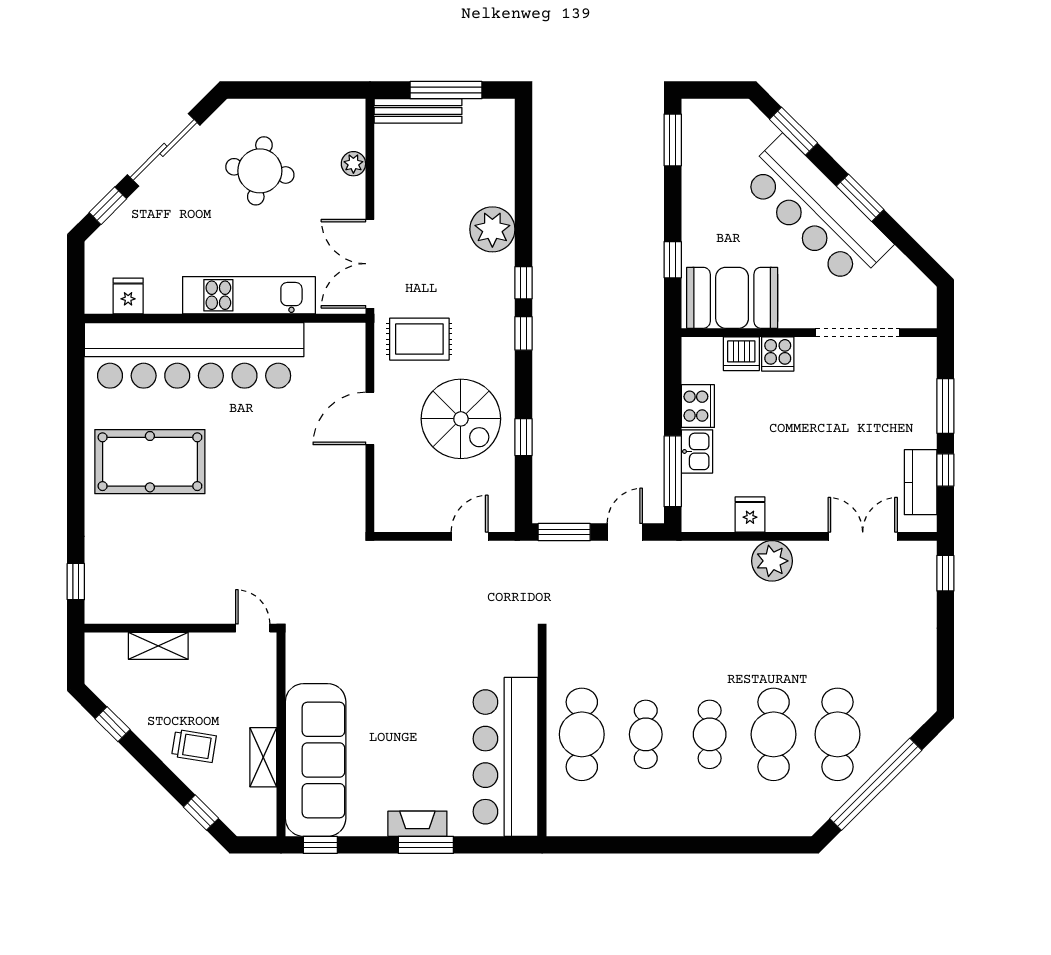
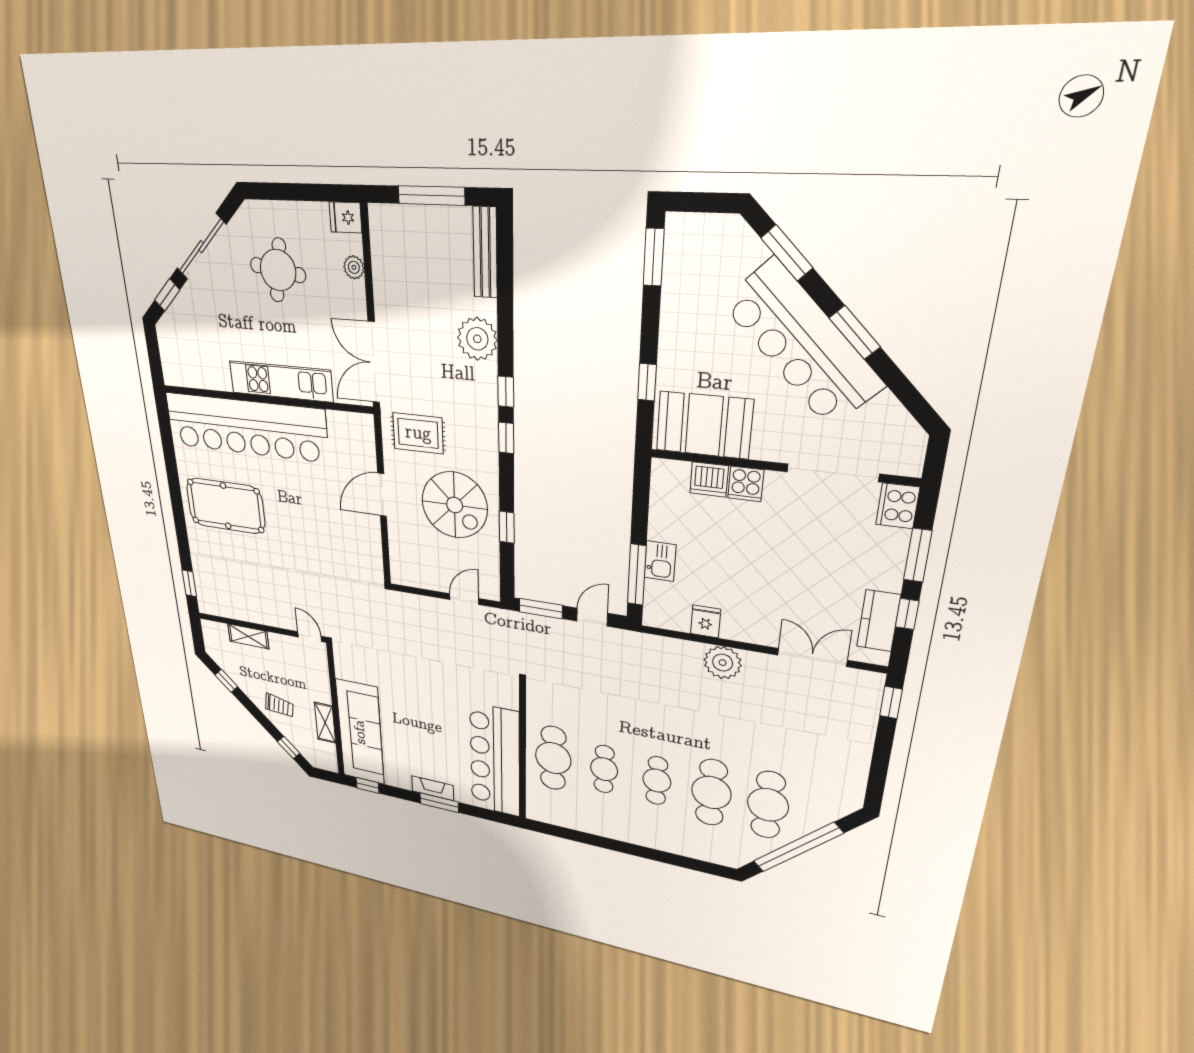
bench: (418, 111) -> (485, 253), moved, turned 90
fridge: (128, 296) -> (346, 217), moved, turned -90
cooker: (698, 406) -> (898, 506), moved, turned 180

